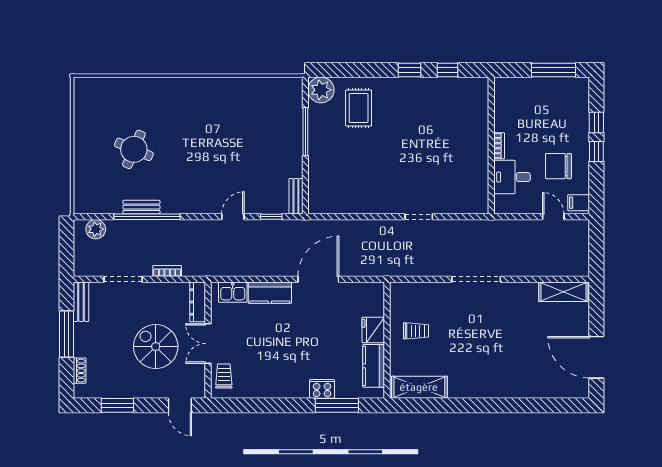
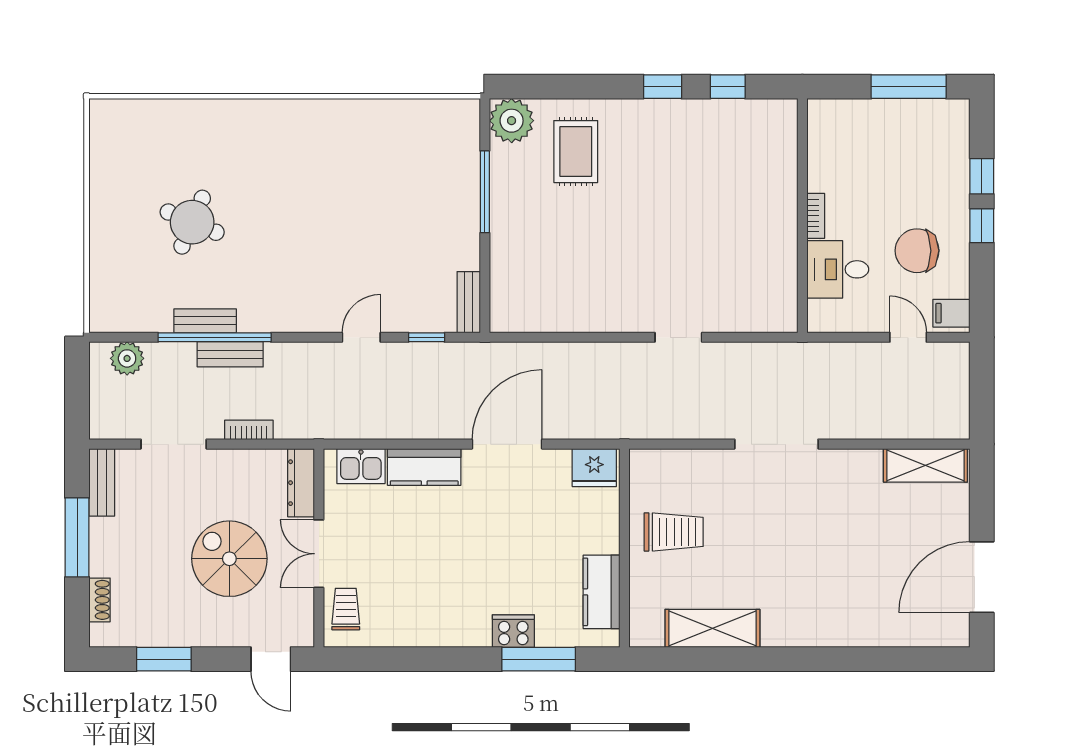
bench: (156, 227) -> (230, 354), added
fridge: (373, 330) -> (594, 468), moved, turned -90
trolley: (416, 331) -> (674, 532), width x1.36, depth x1.39
door: (596, 357) -> (982, 577), hinge flipped
shelving: (419, 387) -> (712, 628), moved

